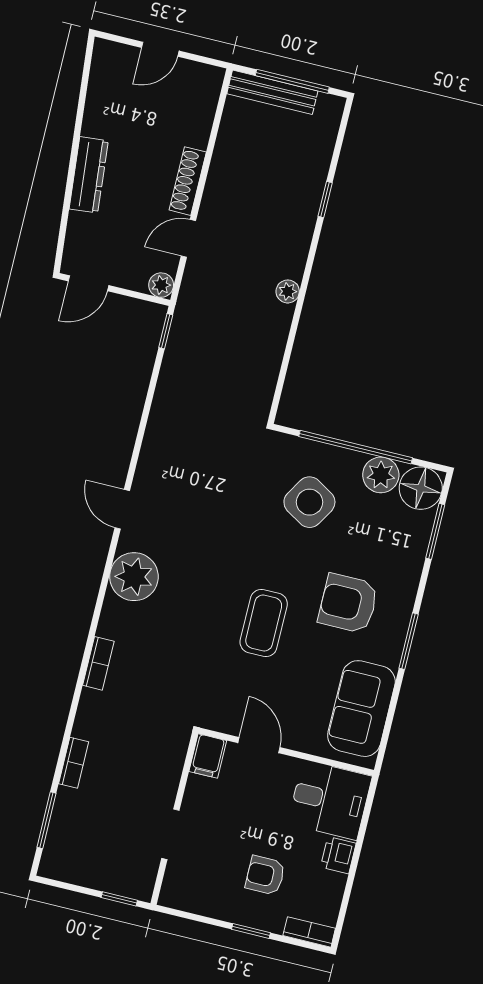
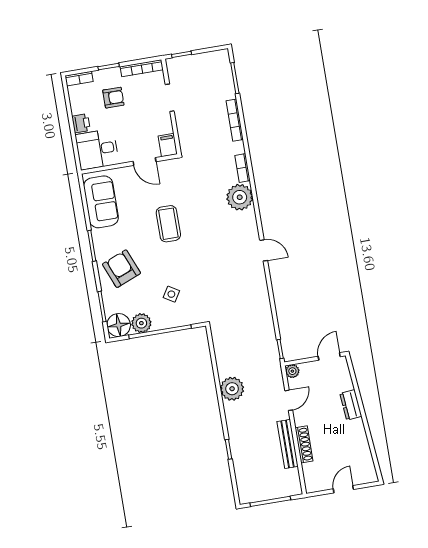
bench: (272, 92) -> (288, 444), moved, turned 90
dresser: (89, 175) -> (351, 405), width x0.70
shoe rack: (188, 181) -> (304, 444), moved
plant: (288, 291) -> (232, 389), width x1.87, depth x1.87
side table: (309, 502) -> (171, 294), width x0.54, depth x0.54
plant: (134, 577) -> (240, 197), moved
armchair: (348, 603) -> (121, 269), moved, turned -112
bookcase: (74, 763) -> (235, 120), width x1.56
bookcase: (196, 904) -> (142, 68), added

